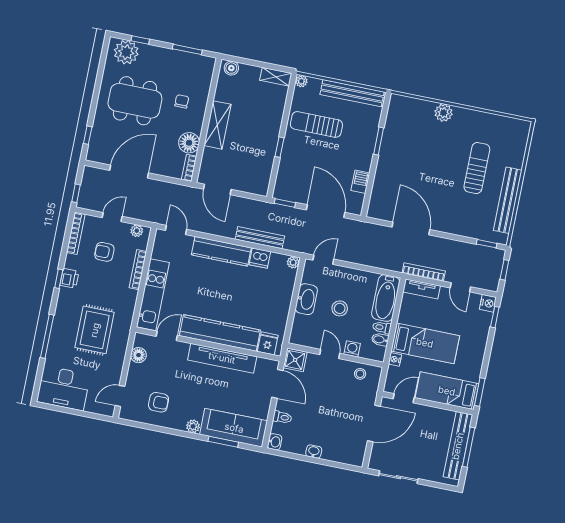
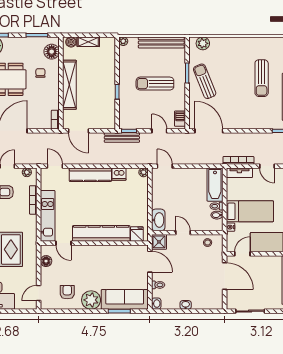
shelving: (276, 77) -> (88, 42), moved
plant: (444, 113) -> (203, 43), moved
sun lounger: (316, 124) -> (155, 84), moved
shelving: (217, 125) -> (69, 85), width x1.47
floor lamp: (189, 143) -> (52, 52), moved
sun lounger: (400, 157) -> (205, 81), added
sun lounger: (477, 168) -> (262, 78), turned 180
barbecue: (360, 182) -> (180, 119), moved
door: (326, 211) -> (159, 131), width x0.53
door: (411, 228) -> (209, 131), moved
bench: (260, 238) -> (122, 138), moved
door: (323, 260) -> (165, 166), hinge flipped
washbasin: (306, 299) -> (158, 220), moved
stool: (340, 308) -> (183, 199), removed
door: (167, 336) -> (64, 243), swing flipped
washing machine: (352, 349) -> (198, 226), removed
tv unit: (222, 358) -> (106, 251), removed
armchair: (159, 402) -> (67, 292), turned -90
door: (374, 423) -> (225, 276), hinge flipped
plant: (193, 426) -> (91, 300), width x1.88, depth x1.88

